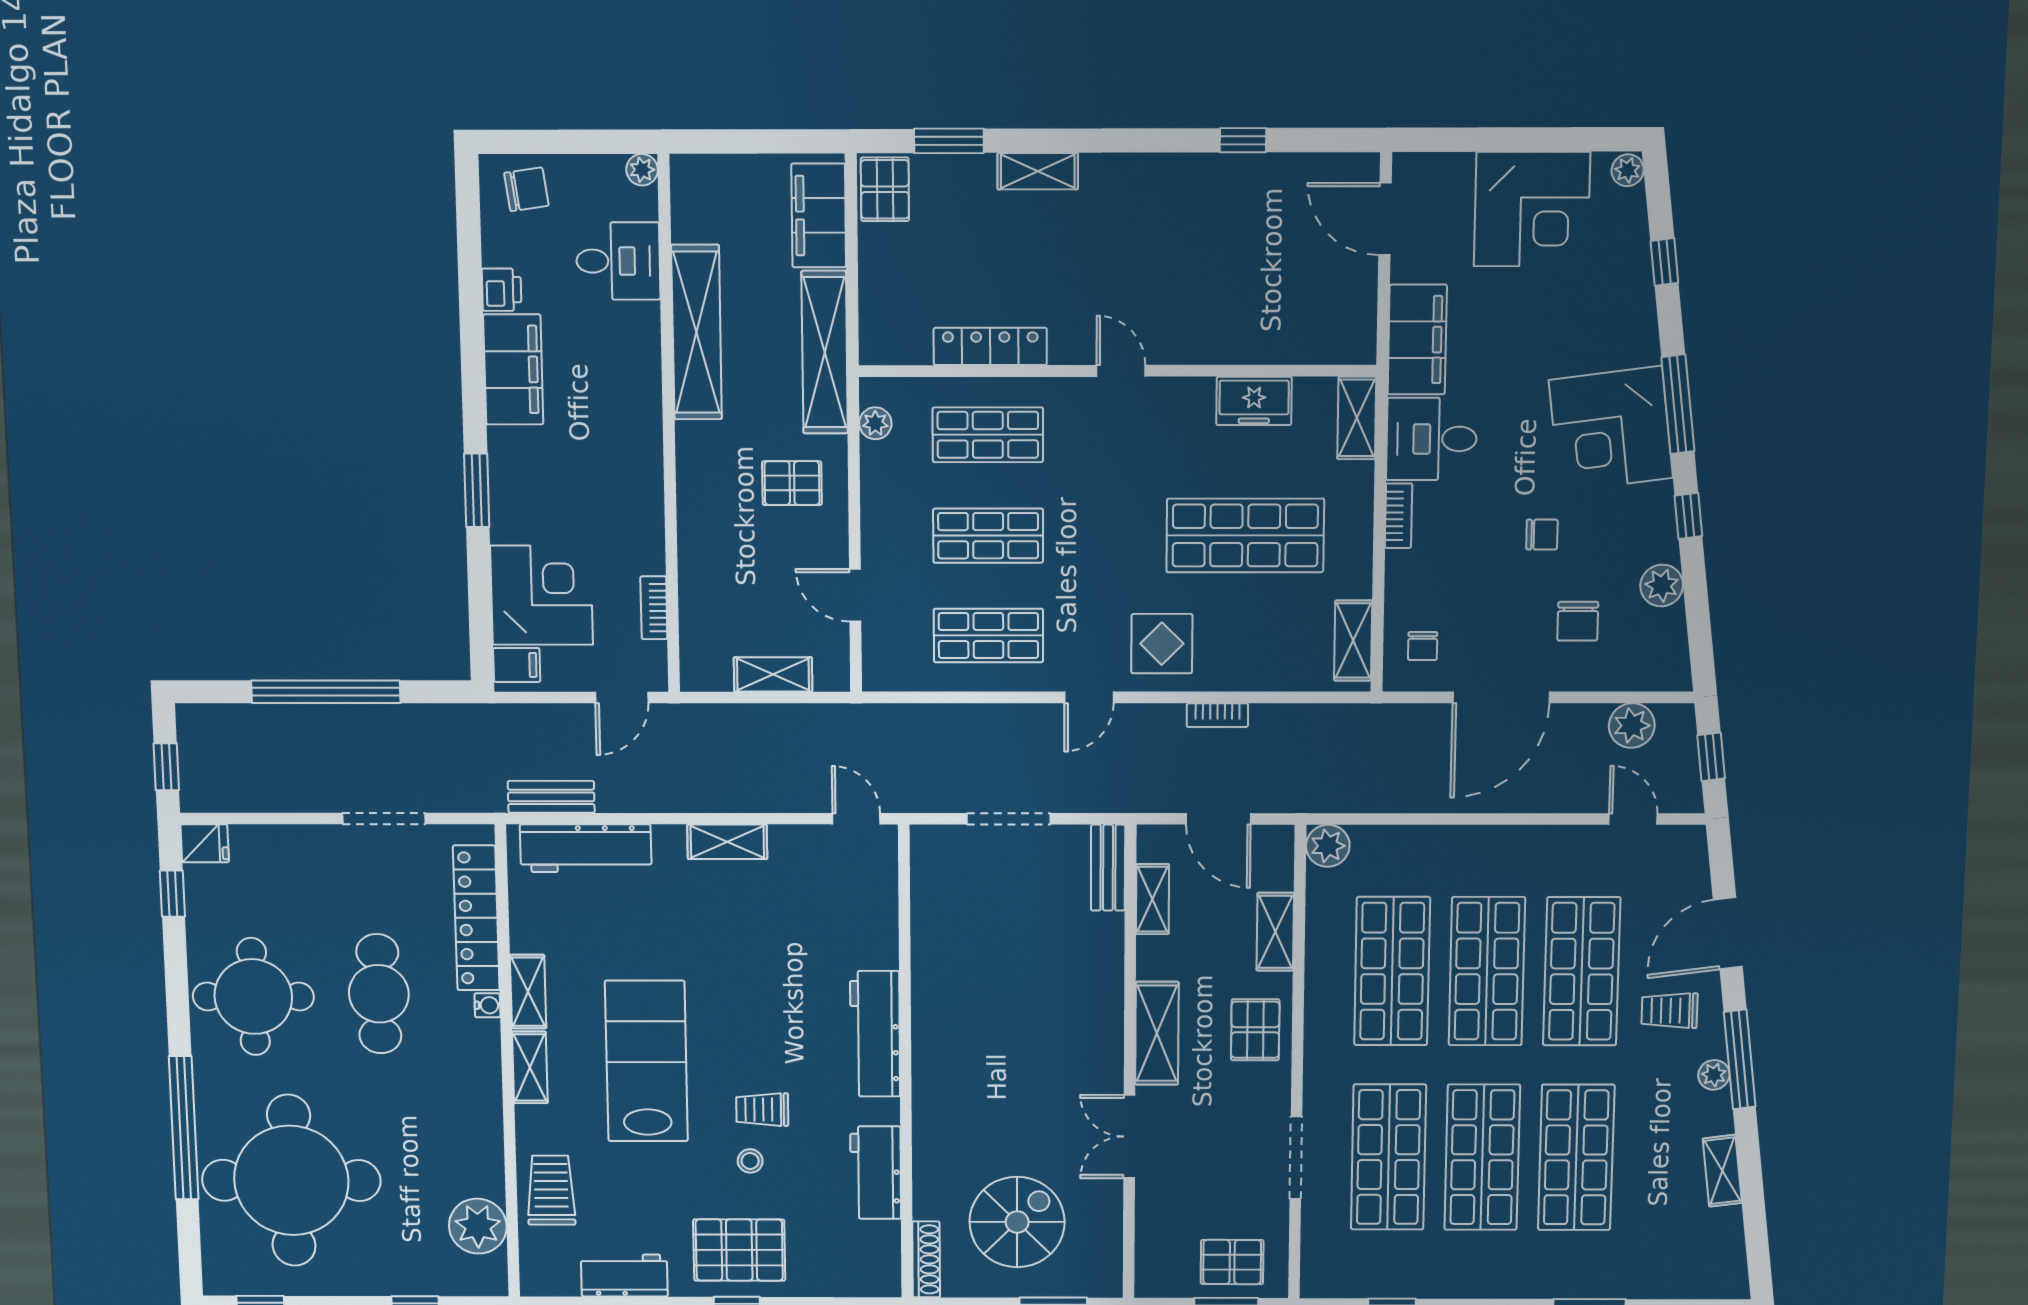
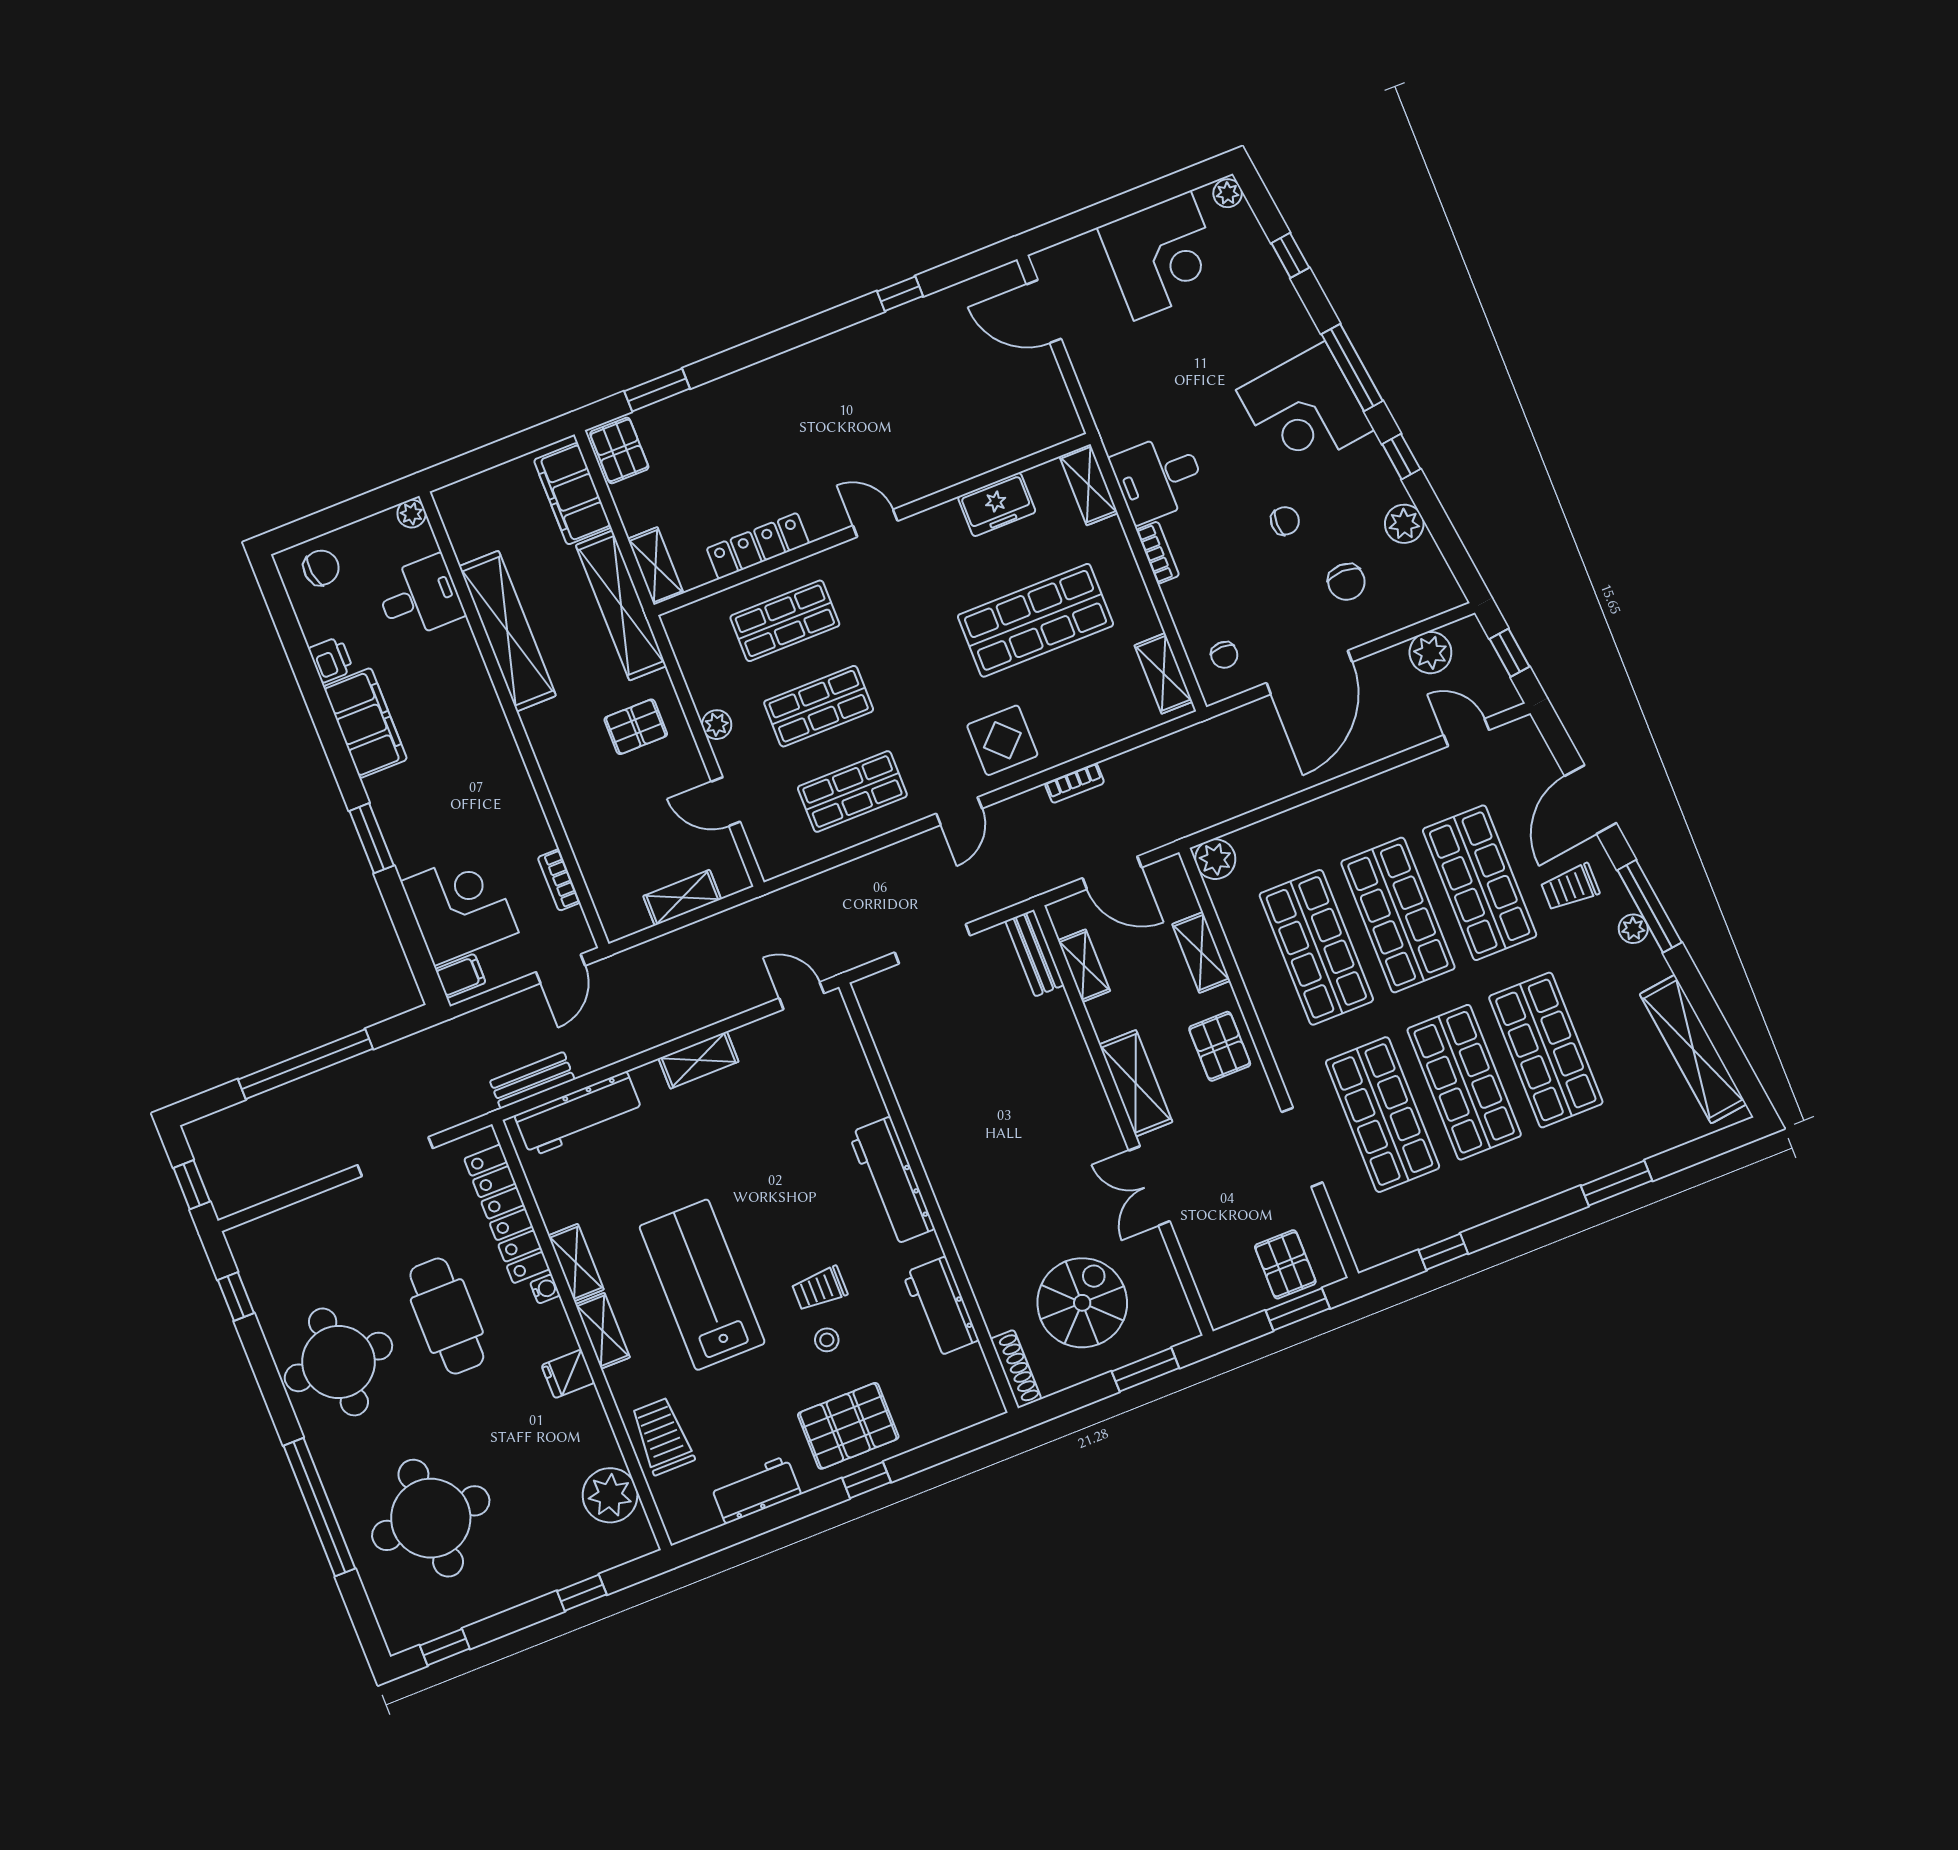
shelving: (1038, 171) -> (656, 566), moved, turned 90
filing cabinet: (1417, 340) -> (1112, 400), removed
plant: (875, 423) -> (717, 725), moved
fridge: (205, 843) -> (568, 1374), moved, turned 180
shelving: (1722, 1171) -> (1693, 1049), width x2.20, depth x1.33
round table: (291, 1180) -> (431, 1518), width x0.73, depth x0.73
pallet: (1232, 1262) -> (1285, 1264), turned 90

